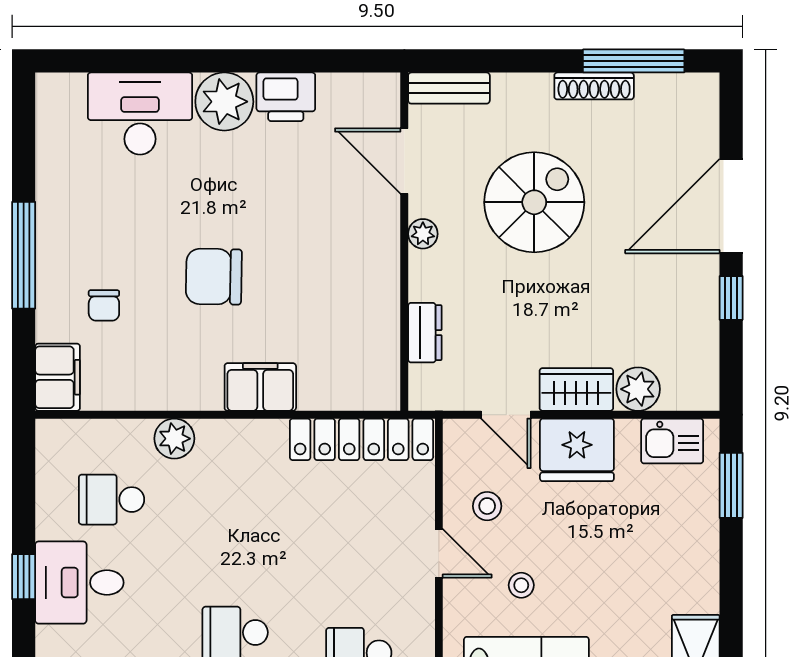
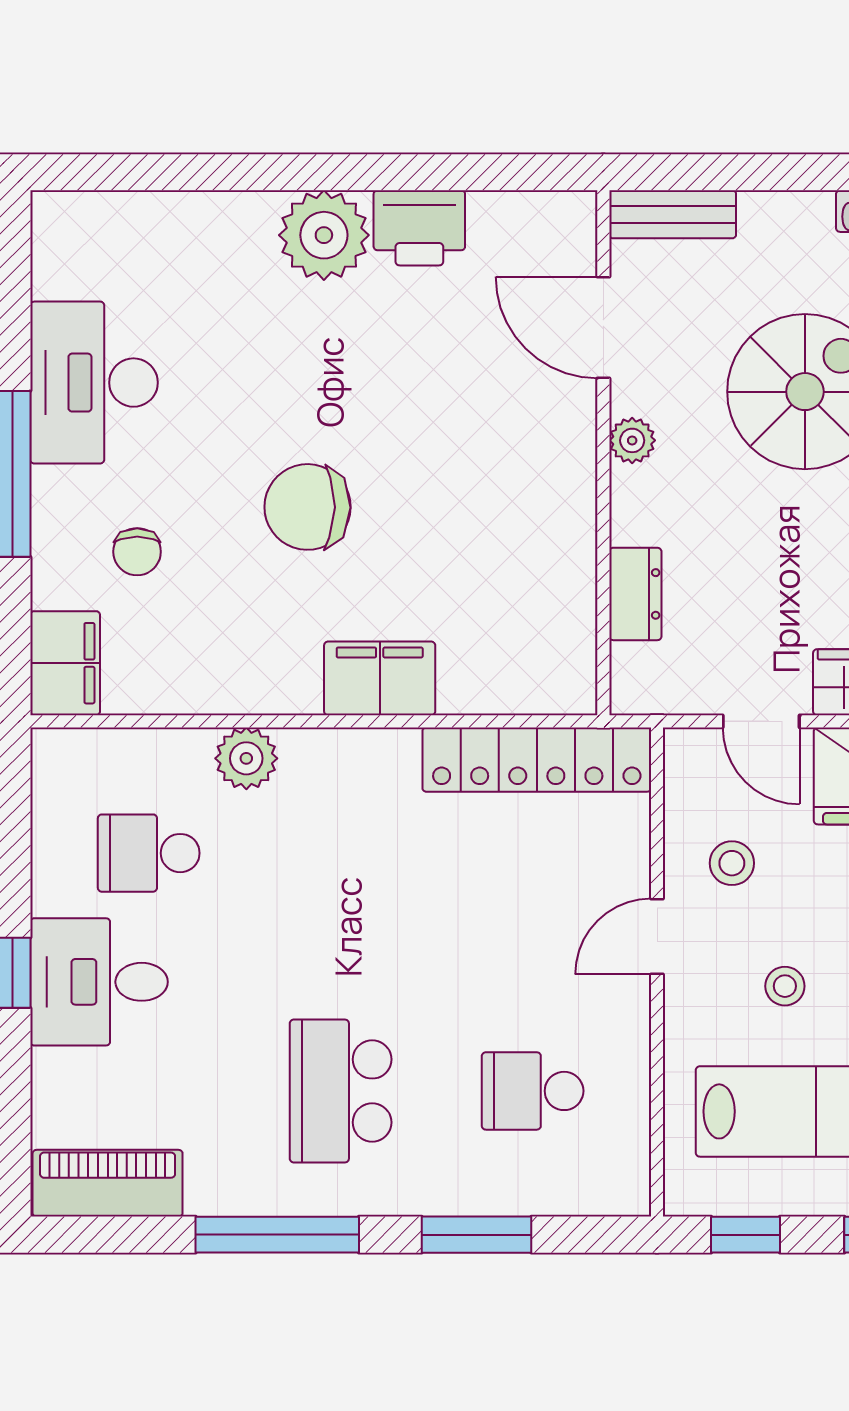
desk: (140, 114) -> (94, 383), moved, turned -90
door: (439, 553) -> (657, 936), swing flipped

